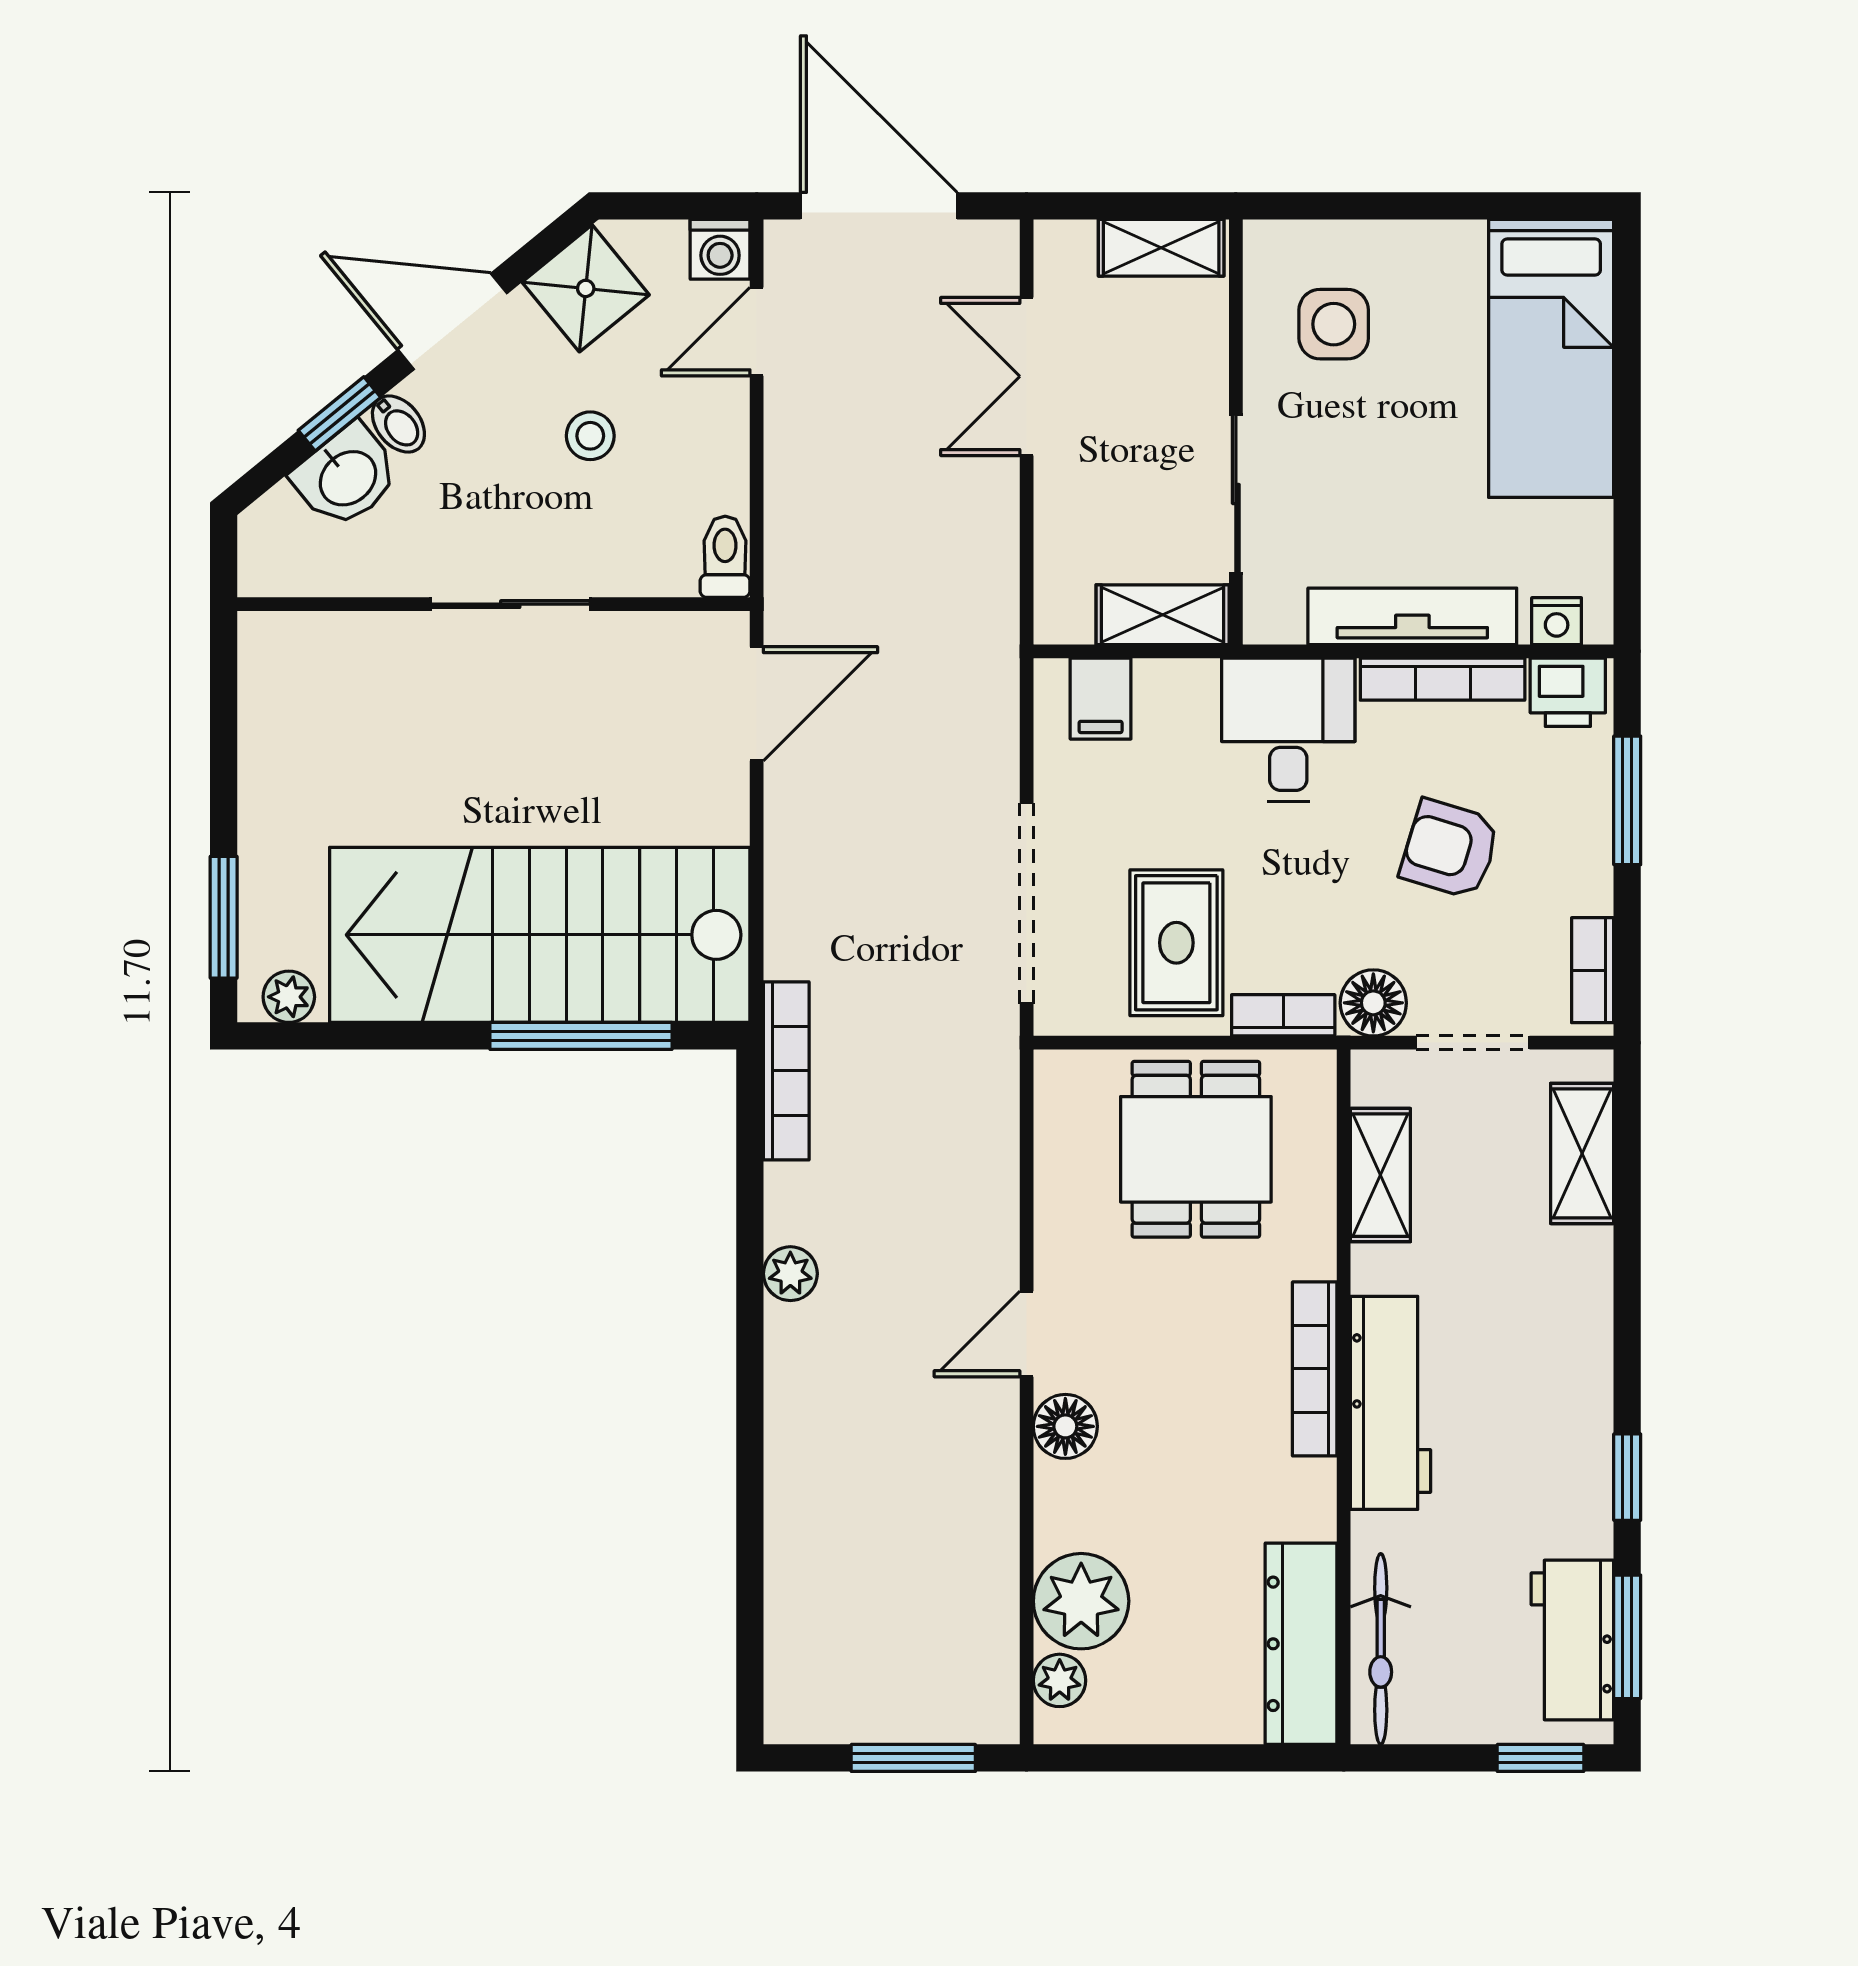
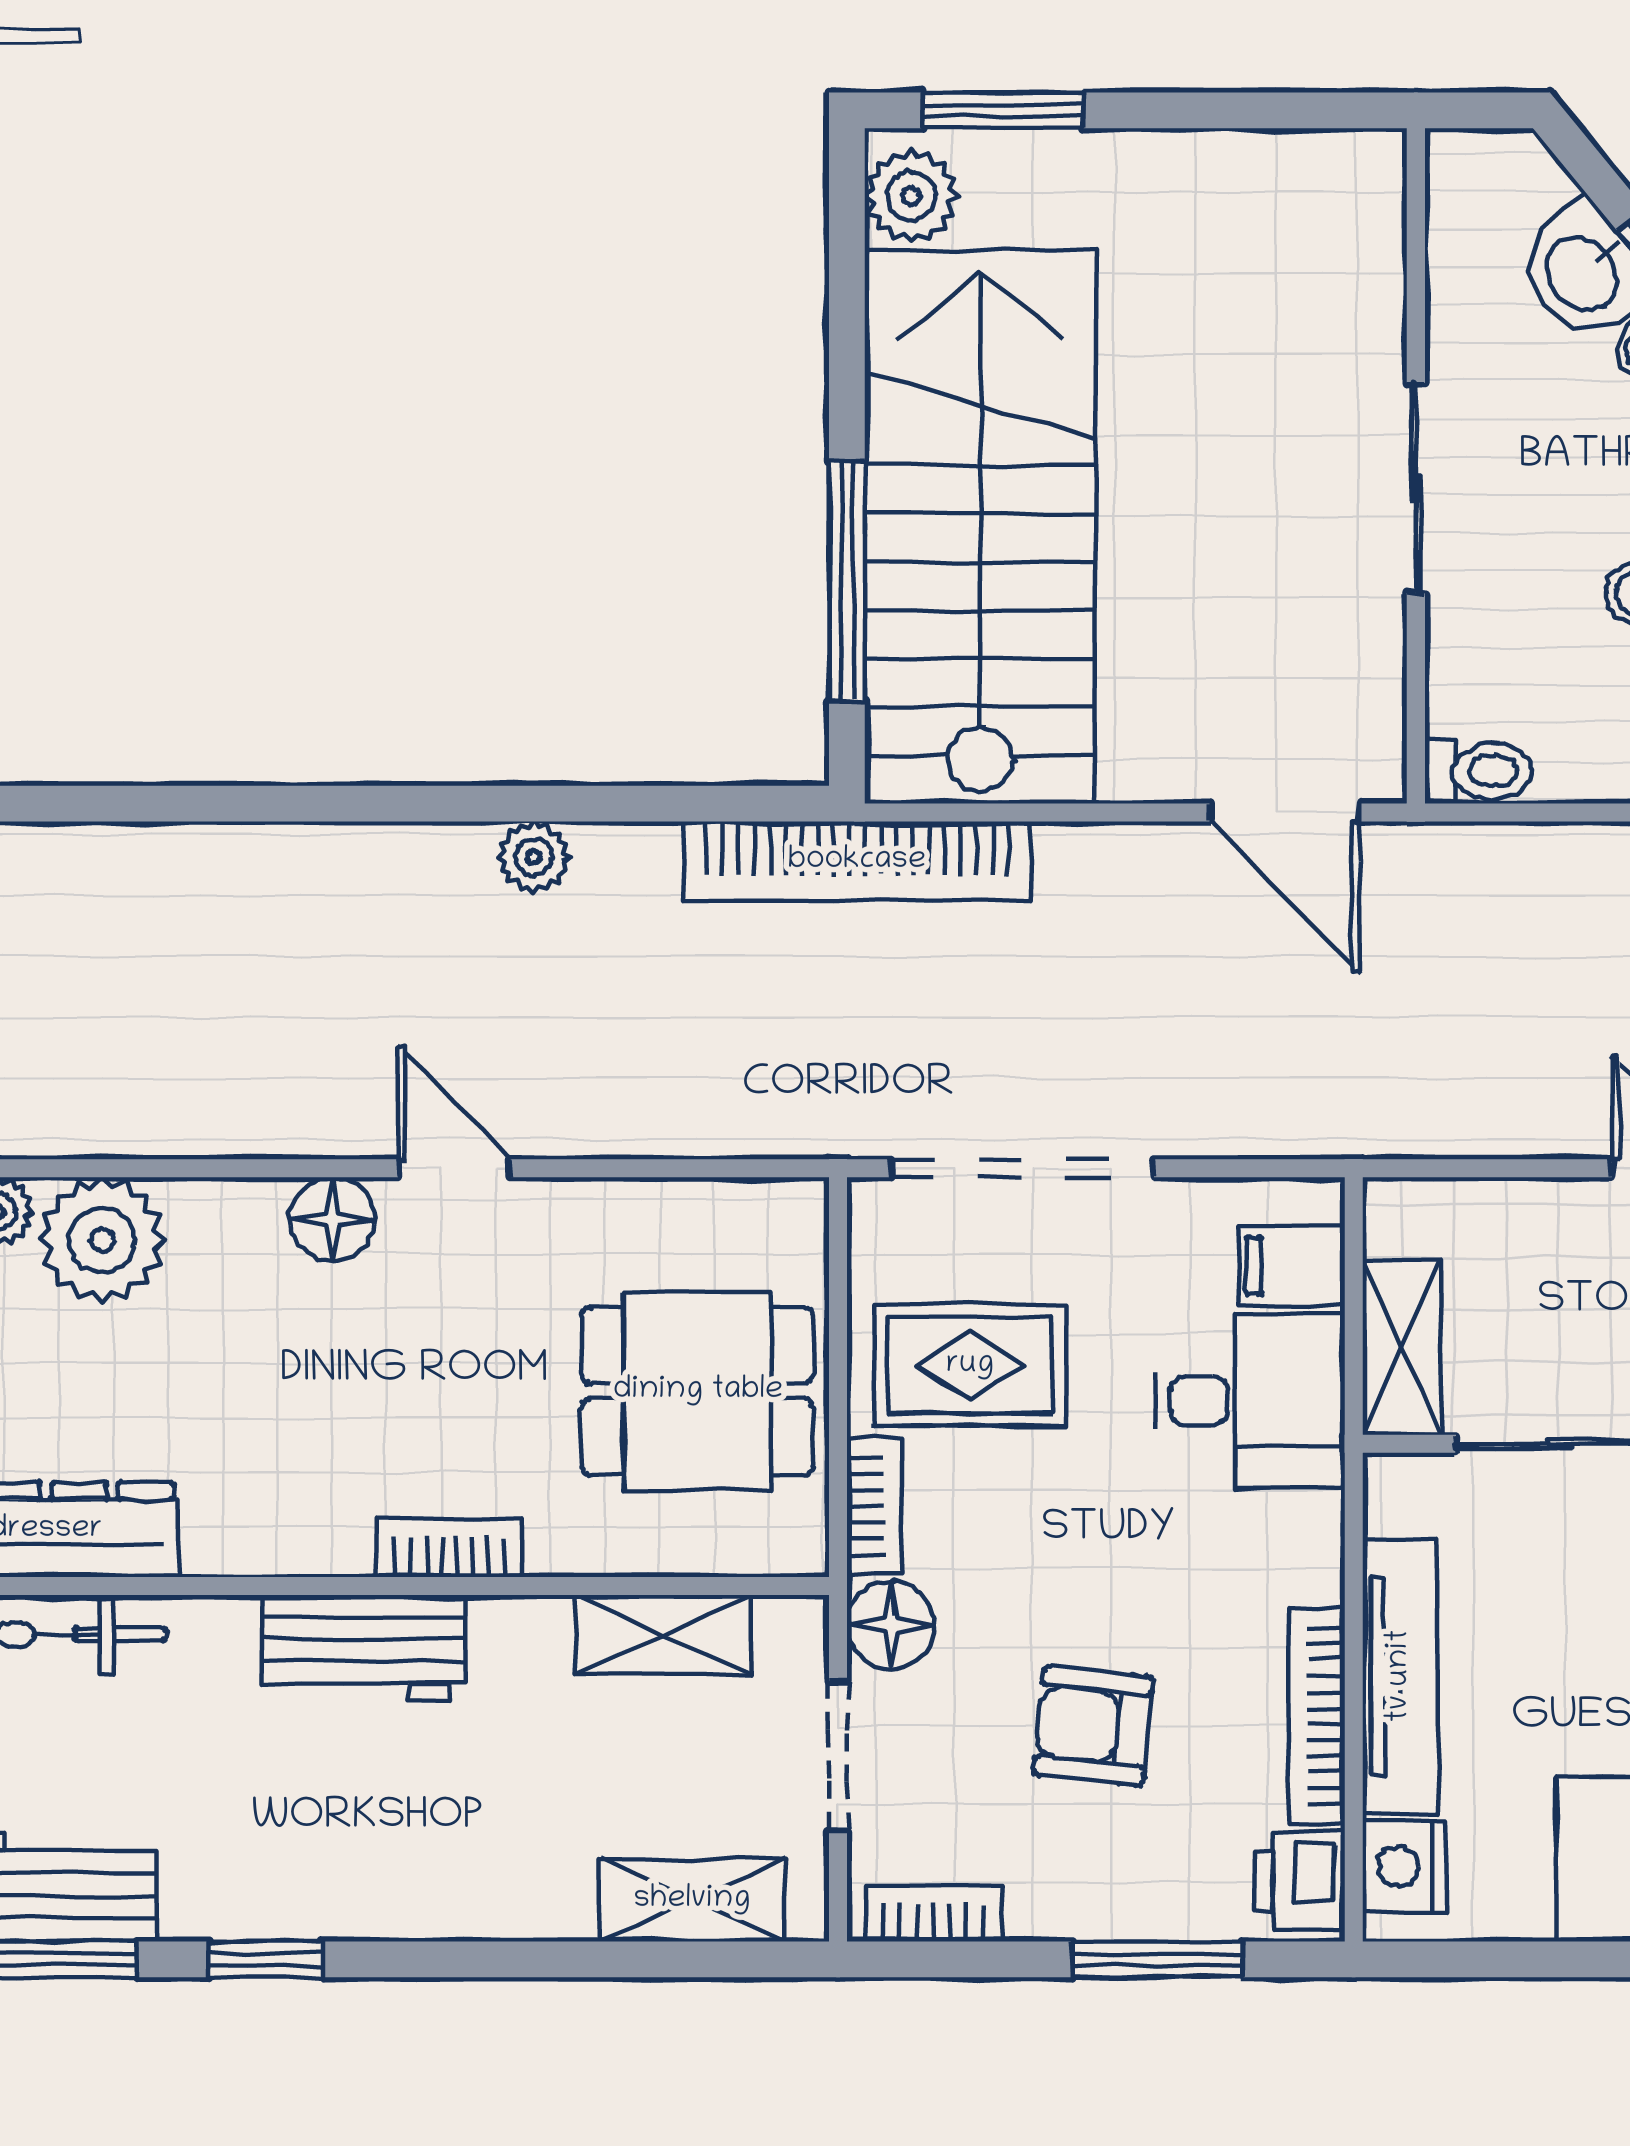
nightstand: (1557, 621) -> (1404, 1866), width x1.39, depth x1.35
desk: (1288, 730) -> (1250, 1401), moved
armchair: (1450, 849) -> (1093, 1726), turned -101
plant: (289, 997) -> (911, 196), width x1.38, depth x1.38
bookcase: (786, 1071) -> (857, 861), width x1.48, depth x1.31
bookcase: (1315, 1369) -> (450, 1548), width x0.64
workbench: (1391, 1403) -> (364, 1648), width x0.73

